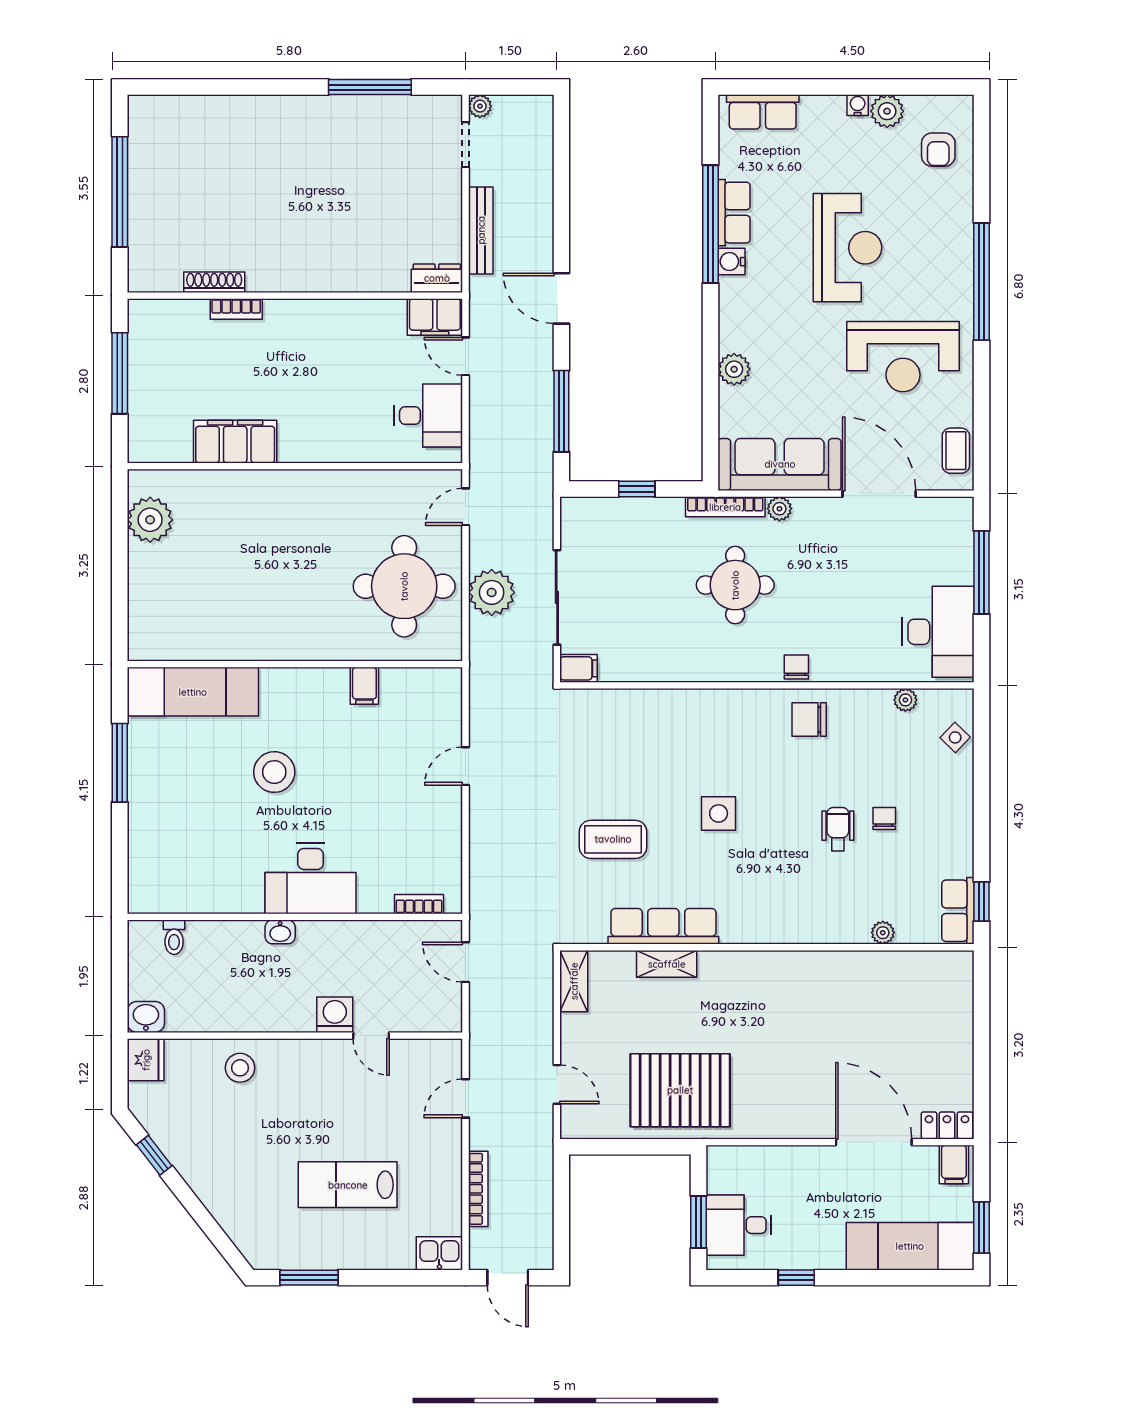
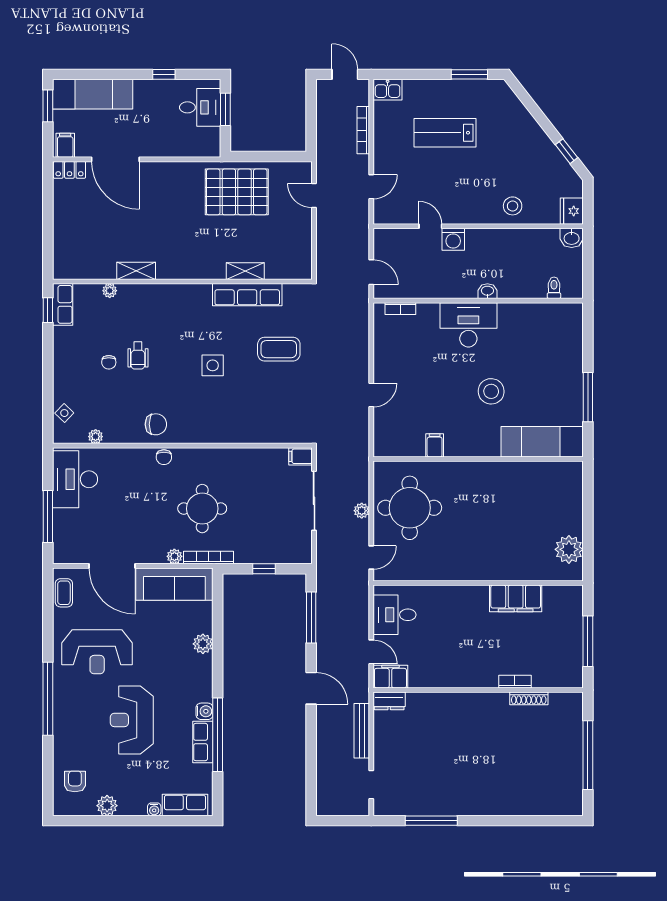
water cooler: (858, 105) -> (154, 809), moved
plant: (480, 106) -> (362, 809), removed
reception desk: (903, 357) -> (97, 652), turned 180
plant: (492, 592) -> (362, 511), width x0.53, depth x0.53
shelving: (574, 981) -> (136, 271), moved, turned 90
lab bench: (348, 1185) -> (445, 133), turned 180

